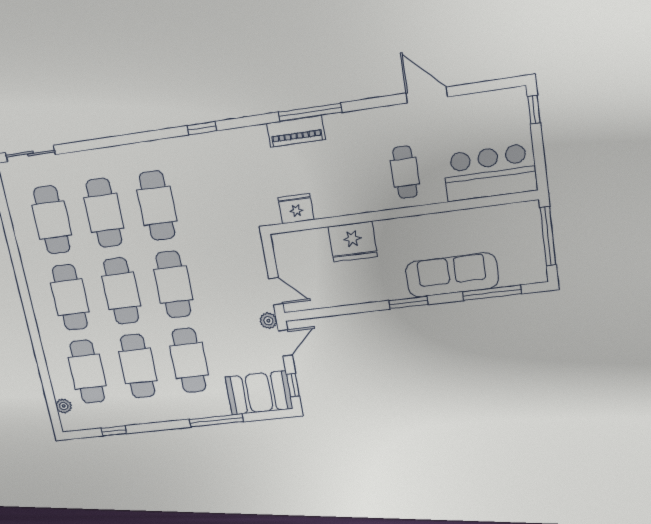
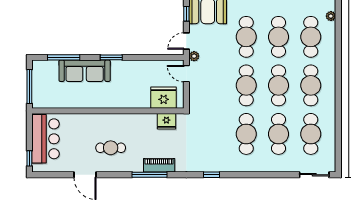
cafe table: (405, 172) -> (111, 148), moved, turned 90
bar counter: (490, 173) -> (46, 139), moved, turned -90
fridge: (353, 242) -> (164, 98), moved

